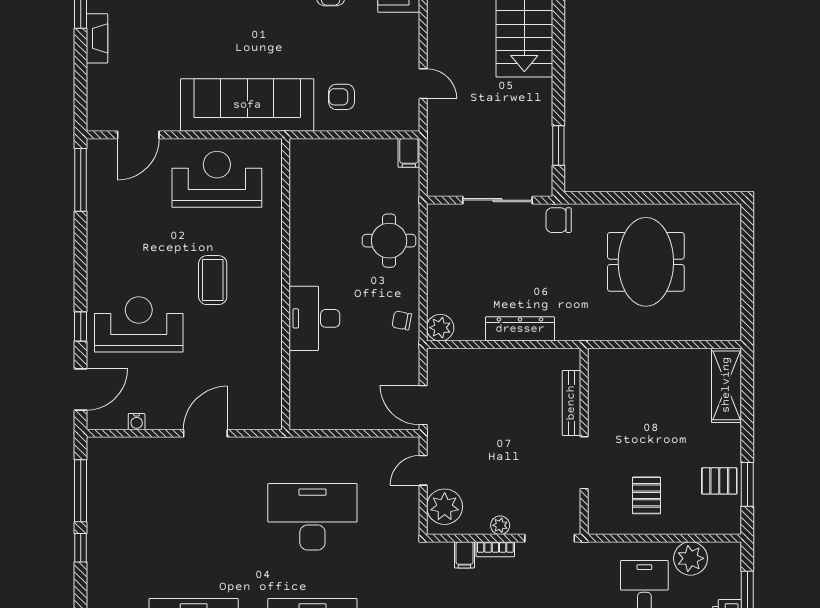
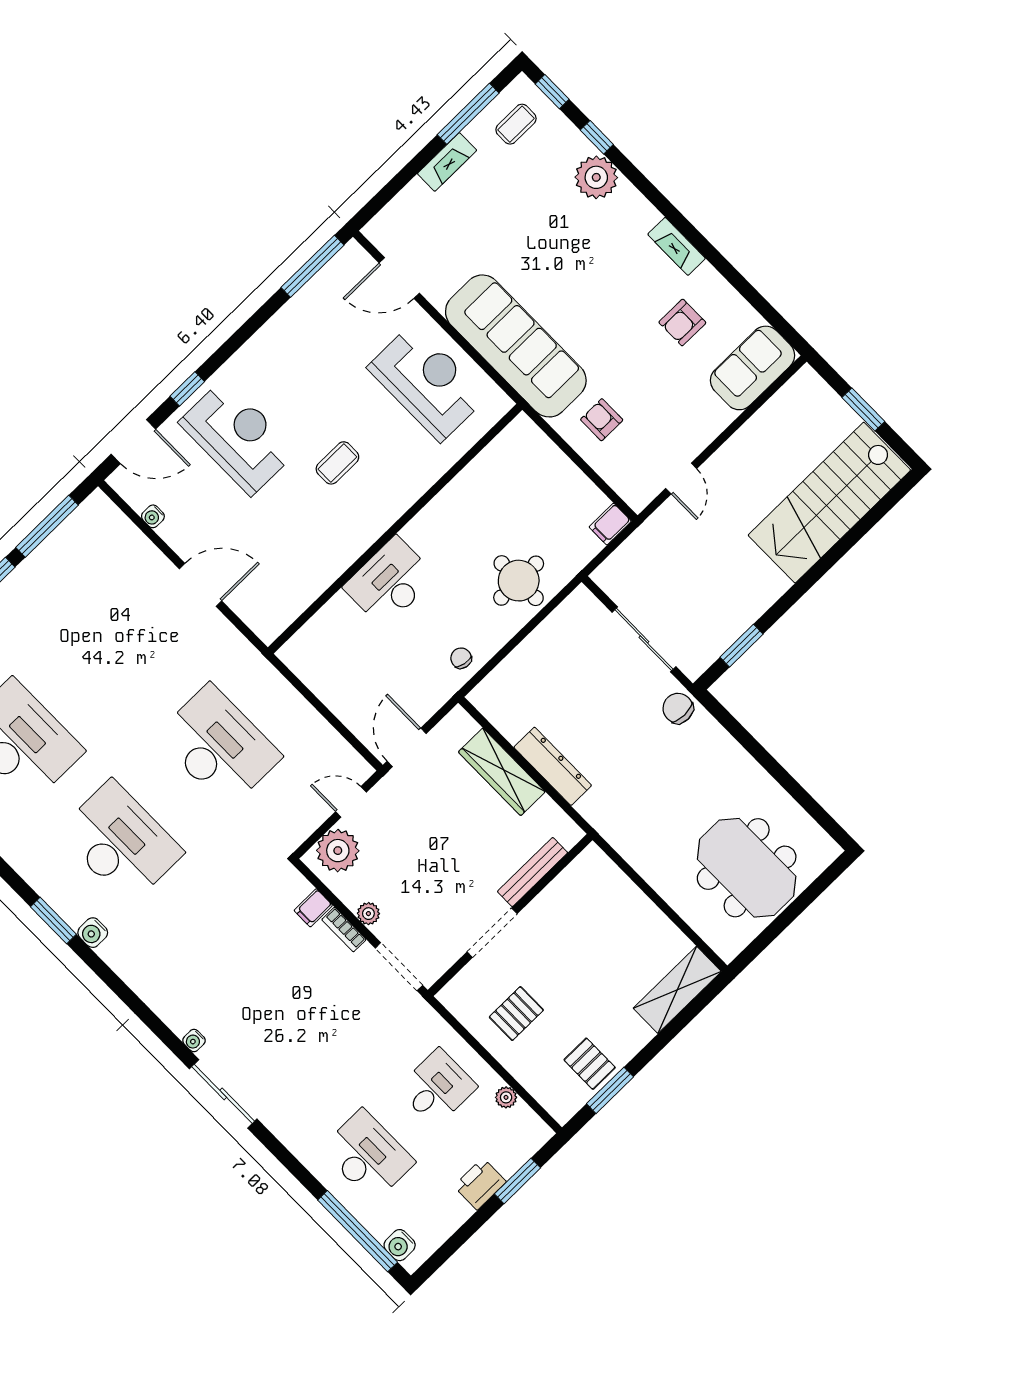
meeting table: (646, 262) -> (747, 868), moved, turned 90
coffee table: (213, 280) -> (337, 463), width x0.73, depth x0.77
plant: (440, 328) -> (487, 697), removed
wardrobe: (493, 363) -> (502, 772), added
plant: (691, 558) -> (506, 1097), width x0.53, depth x0.53

